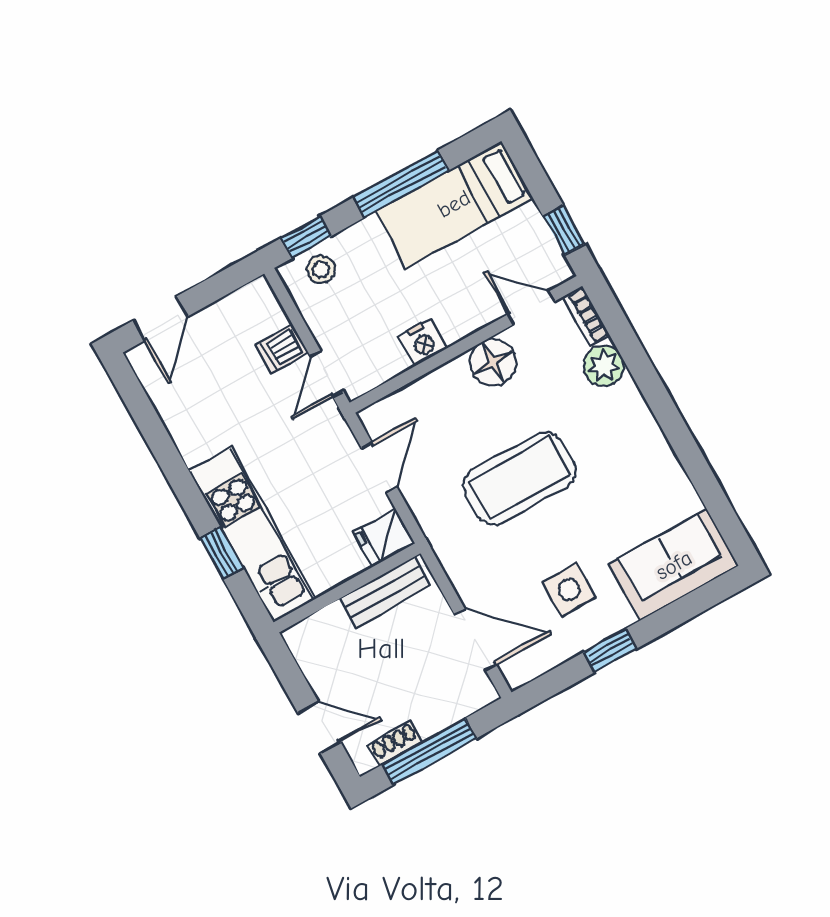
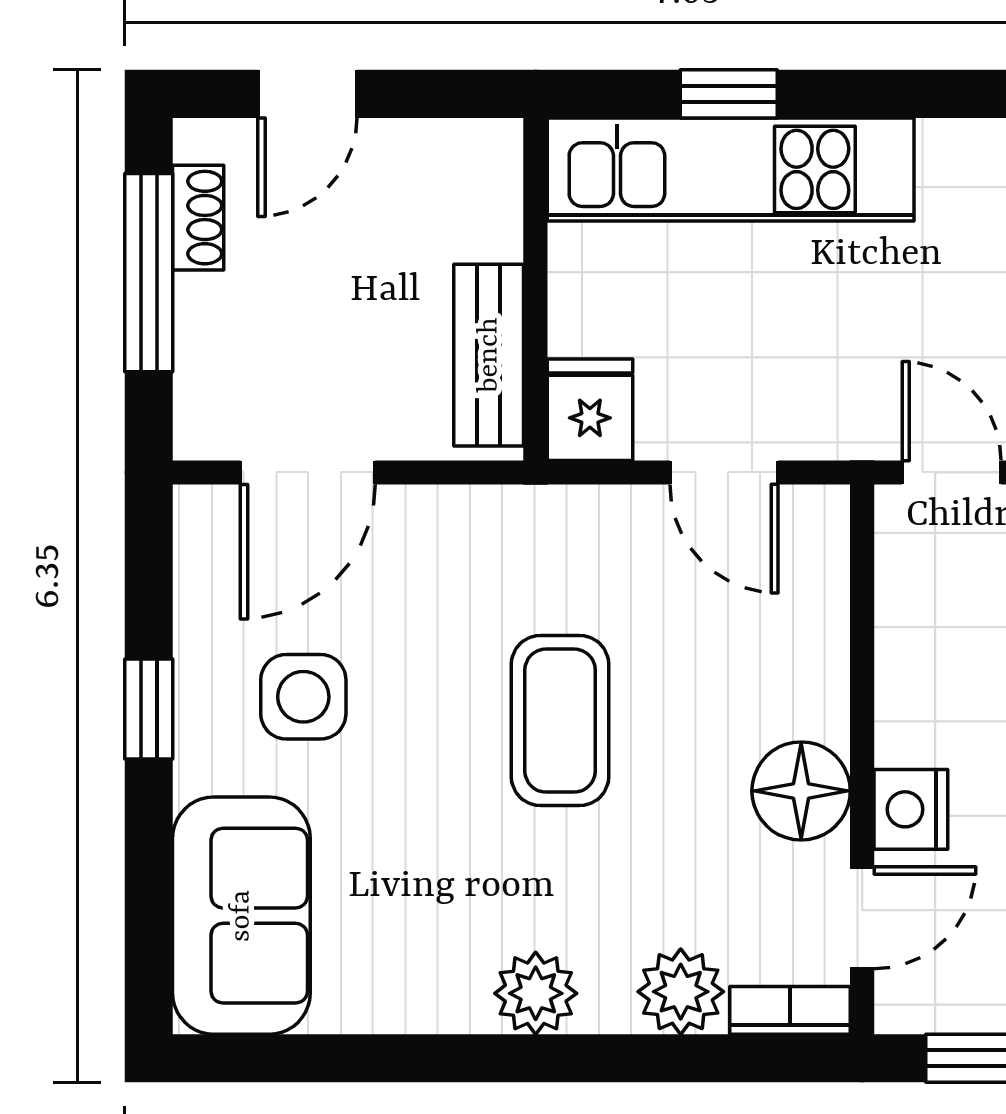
nightstand: (423, 342) -> (911, 809), moved
plant: (638, 425) -> (536, 993), added
coffee table: (520, 478) -> (560, 721), width x0.73, depth x0.76

